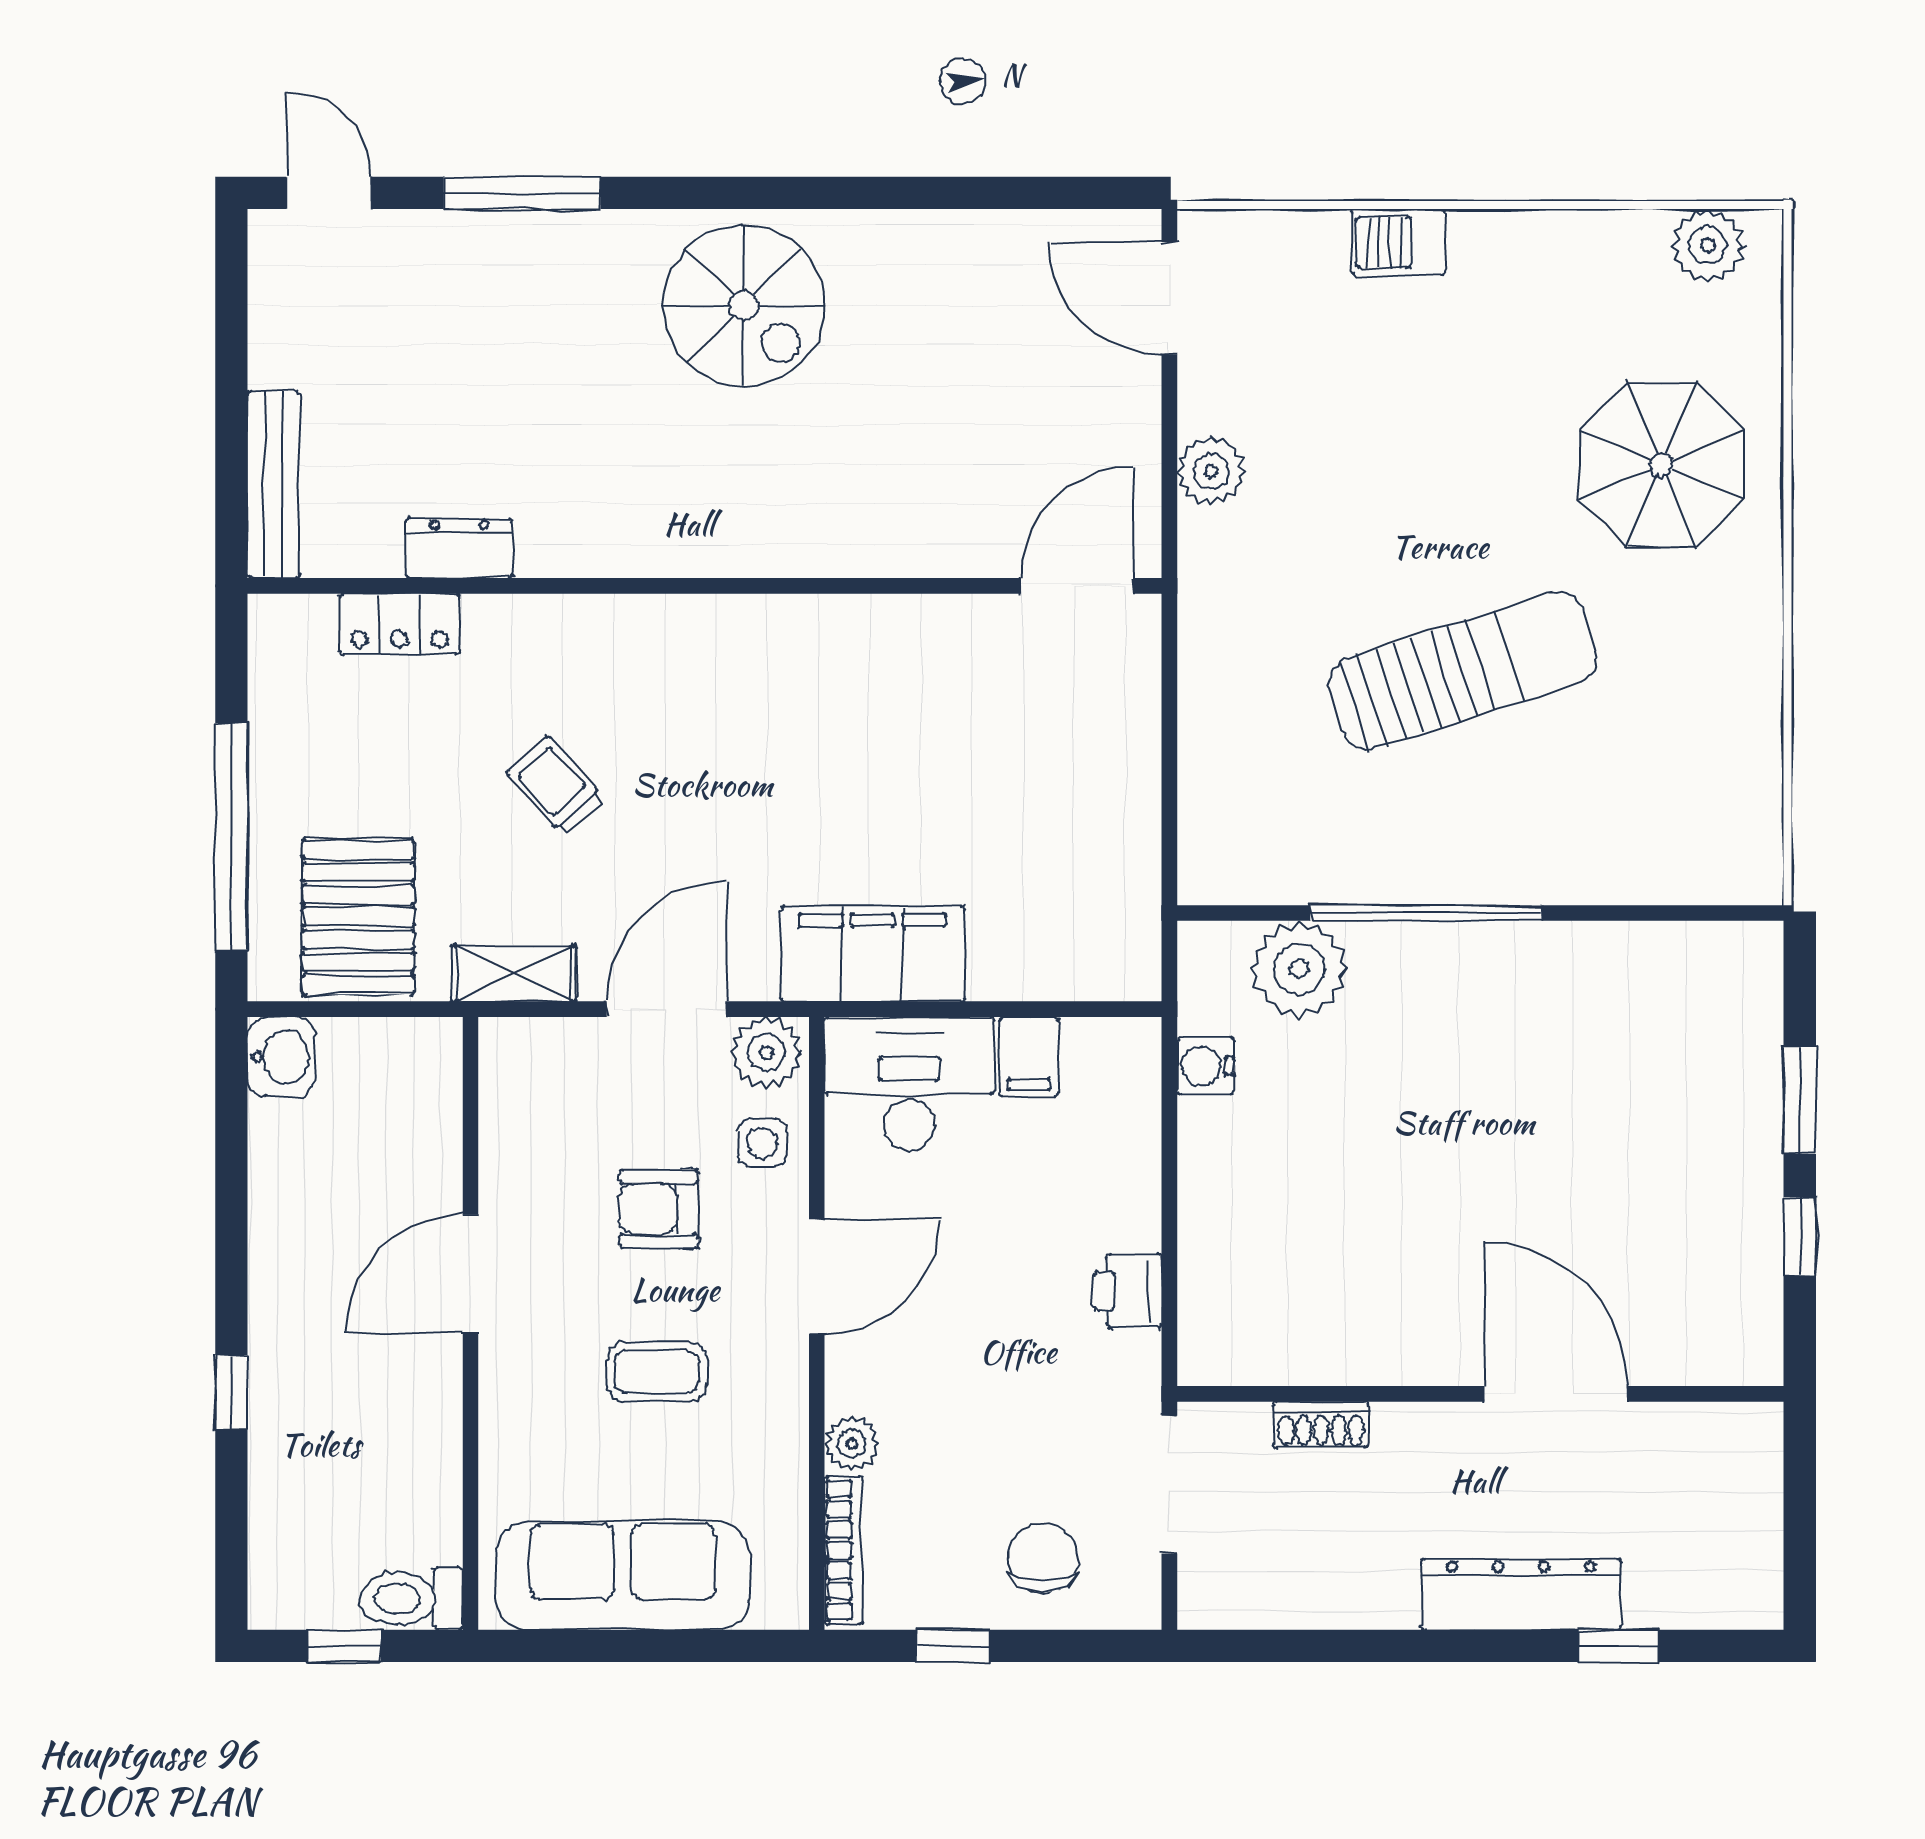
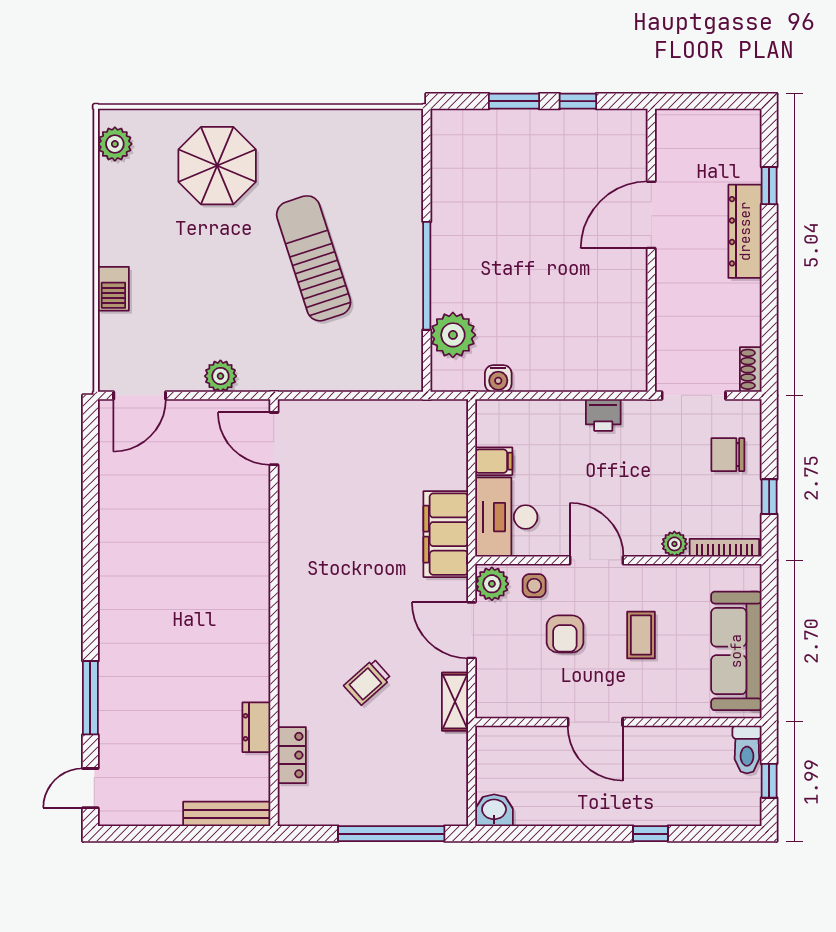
spiral stairs: (744, 306) -> (143, 594), removed
pallet: (358, 917) -> (429, 774), removed
shoe rack: (1321, 1425) -> (751, 369), moved, turned 180

